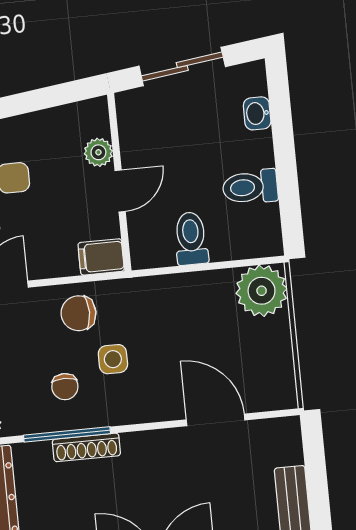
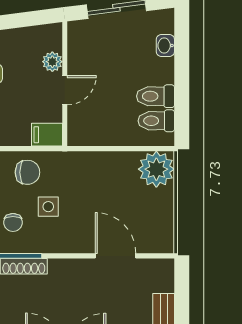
toilet: (191, 238) -> (156, 121), moved, turned -90
chair: (78, 313) -> (27, 172), turned 180

